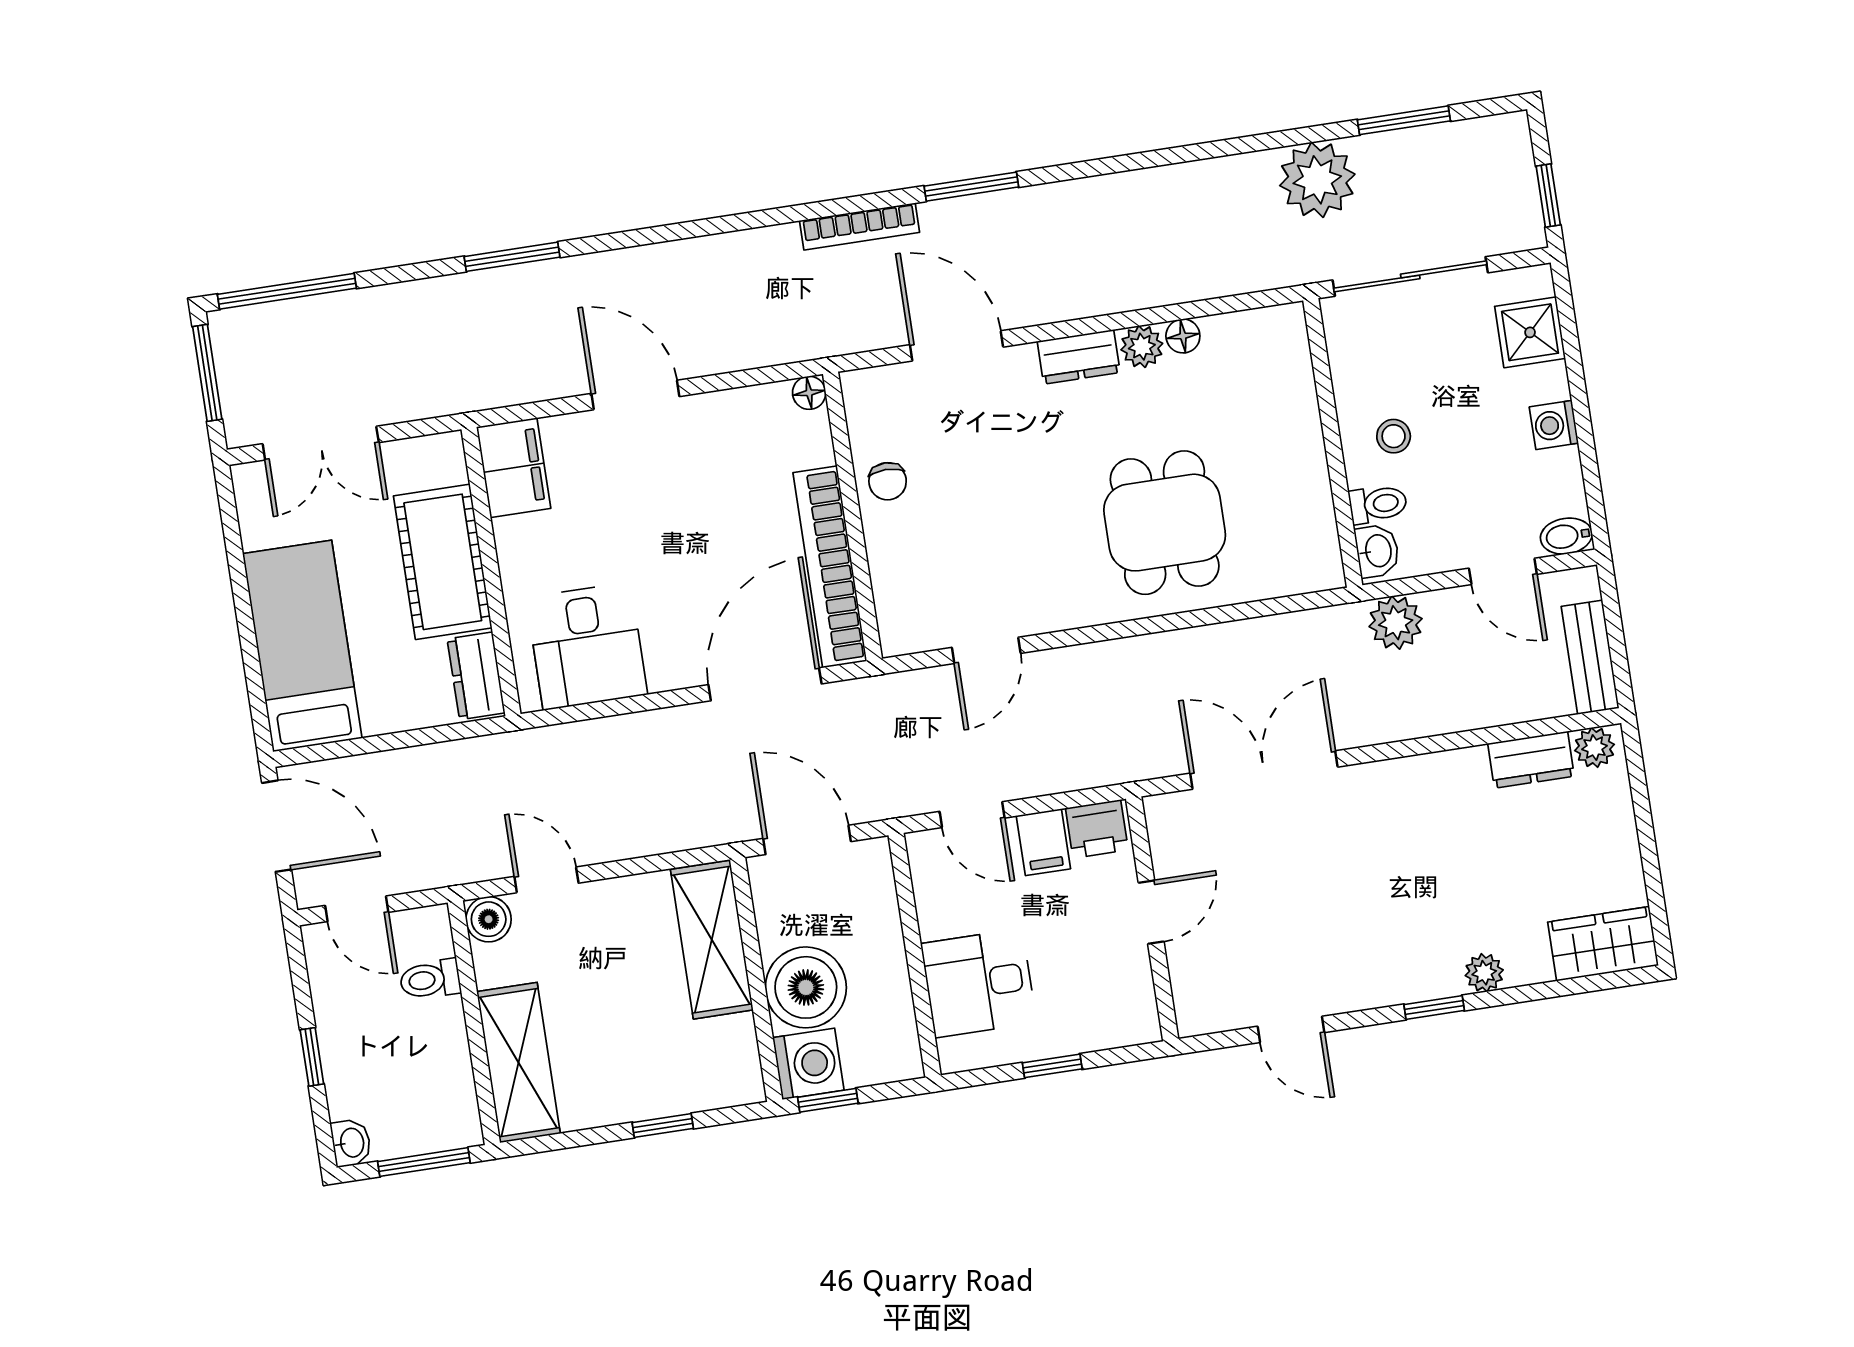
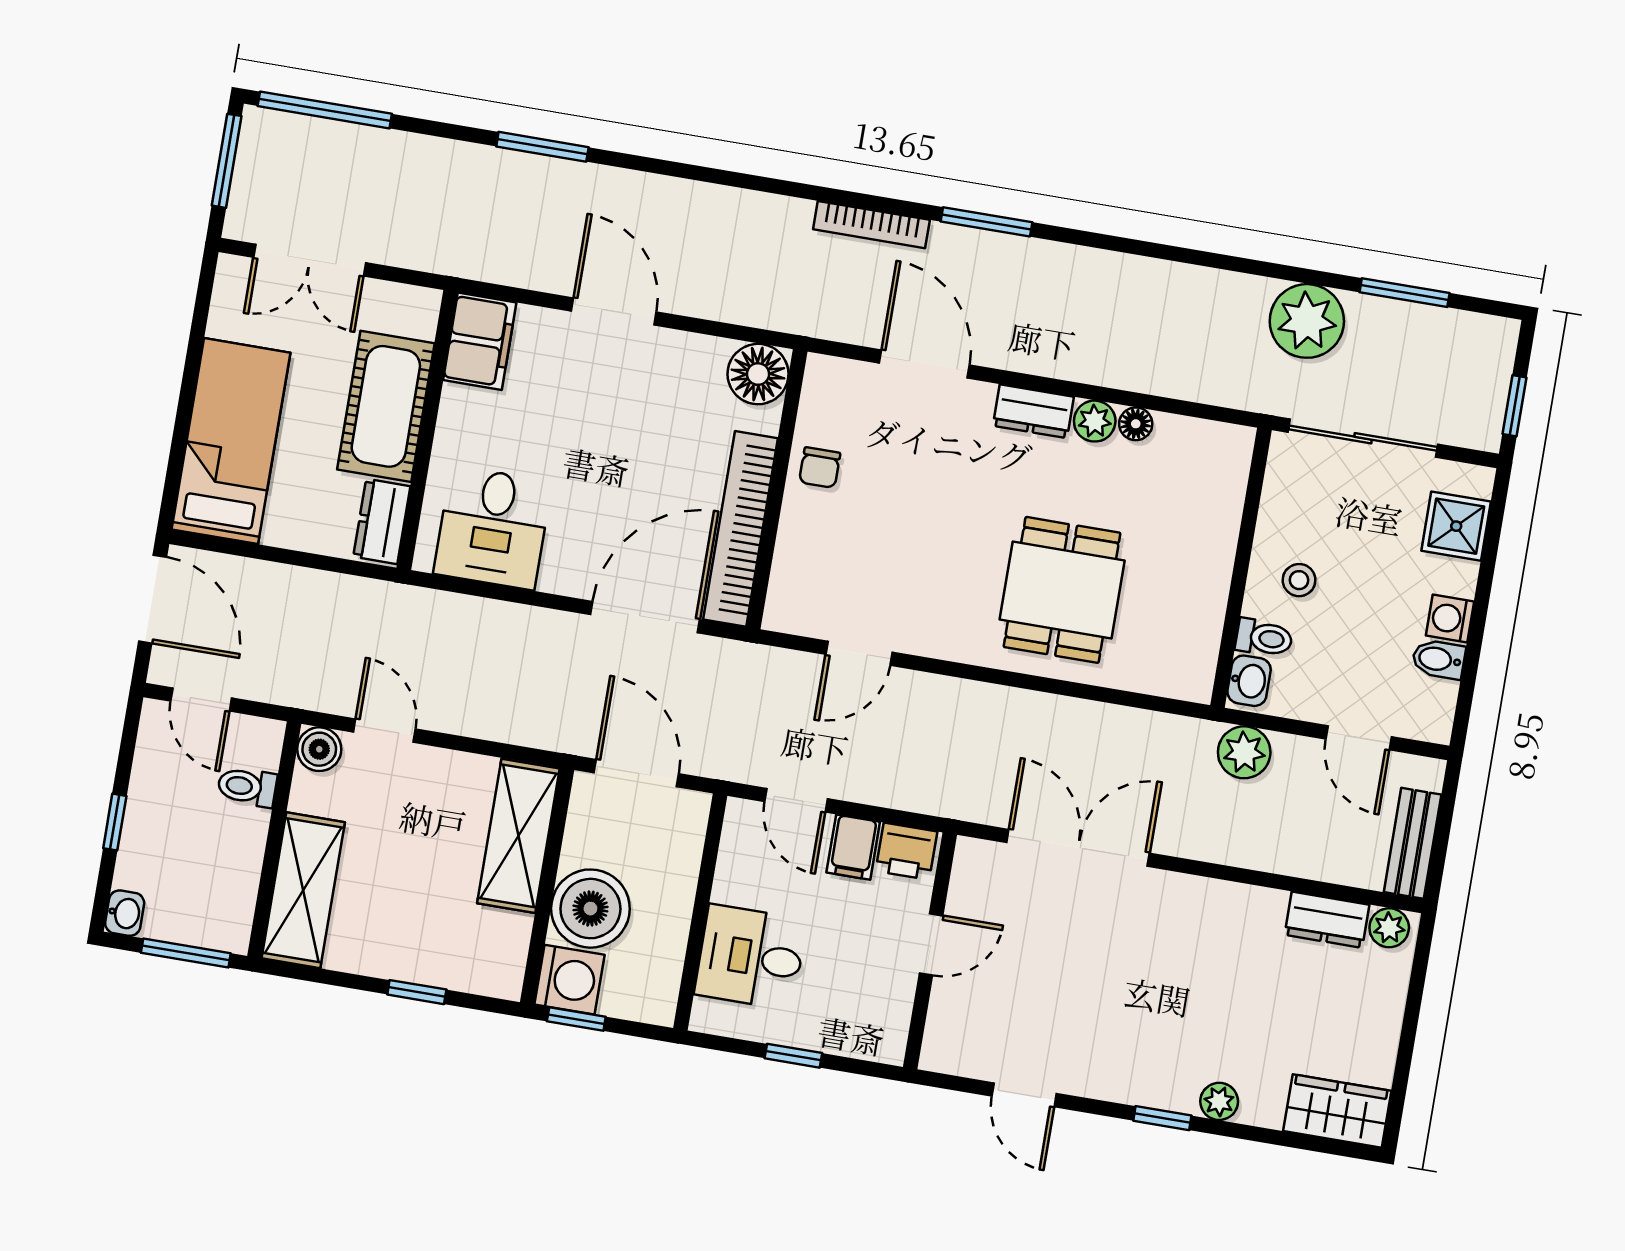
floor lamp: (809, 393) -> (758, 374), width x1.89, depth x1.89
bidet: (1566, 536) -> (1439, 659), moved

